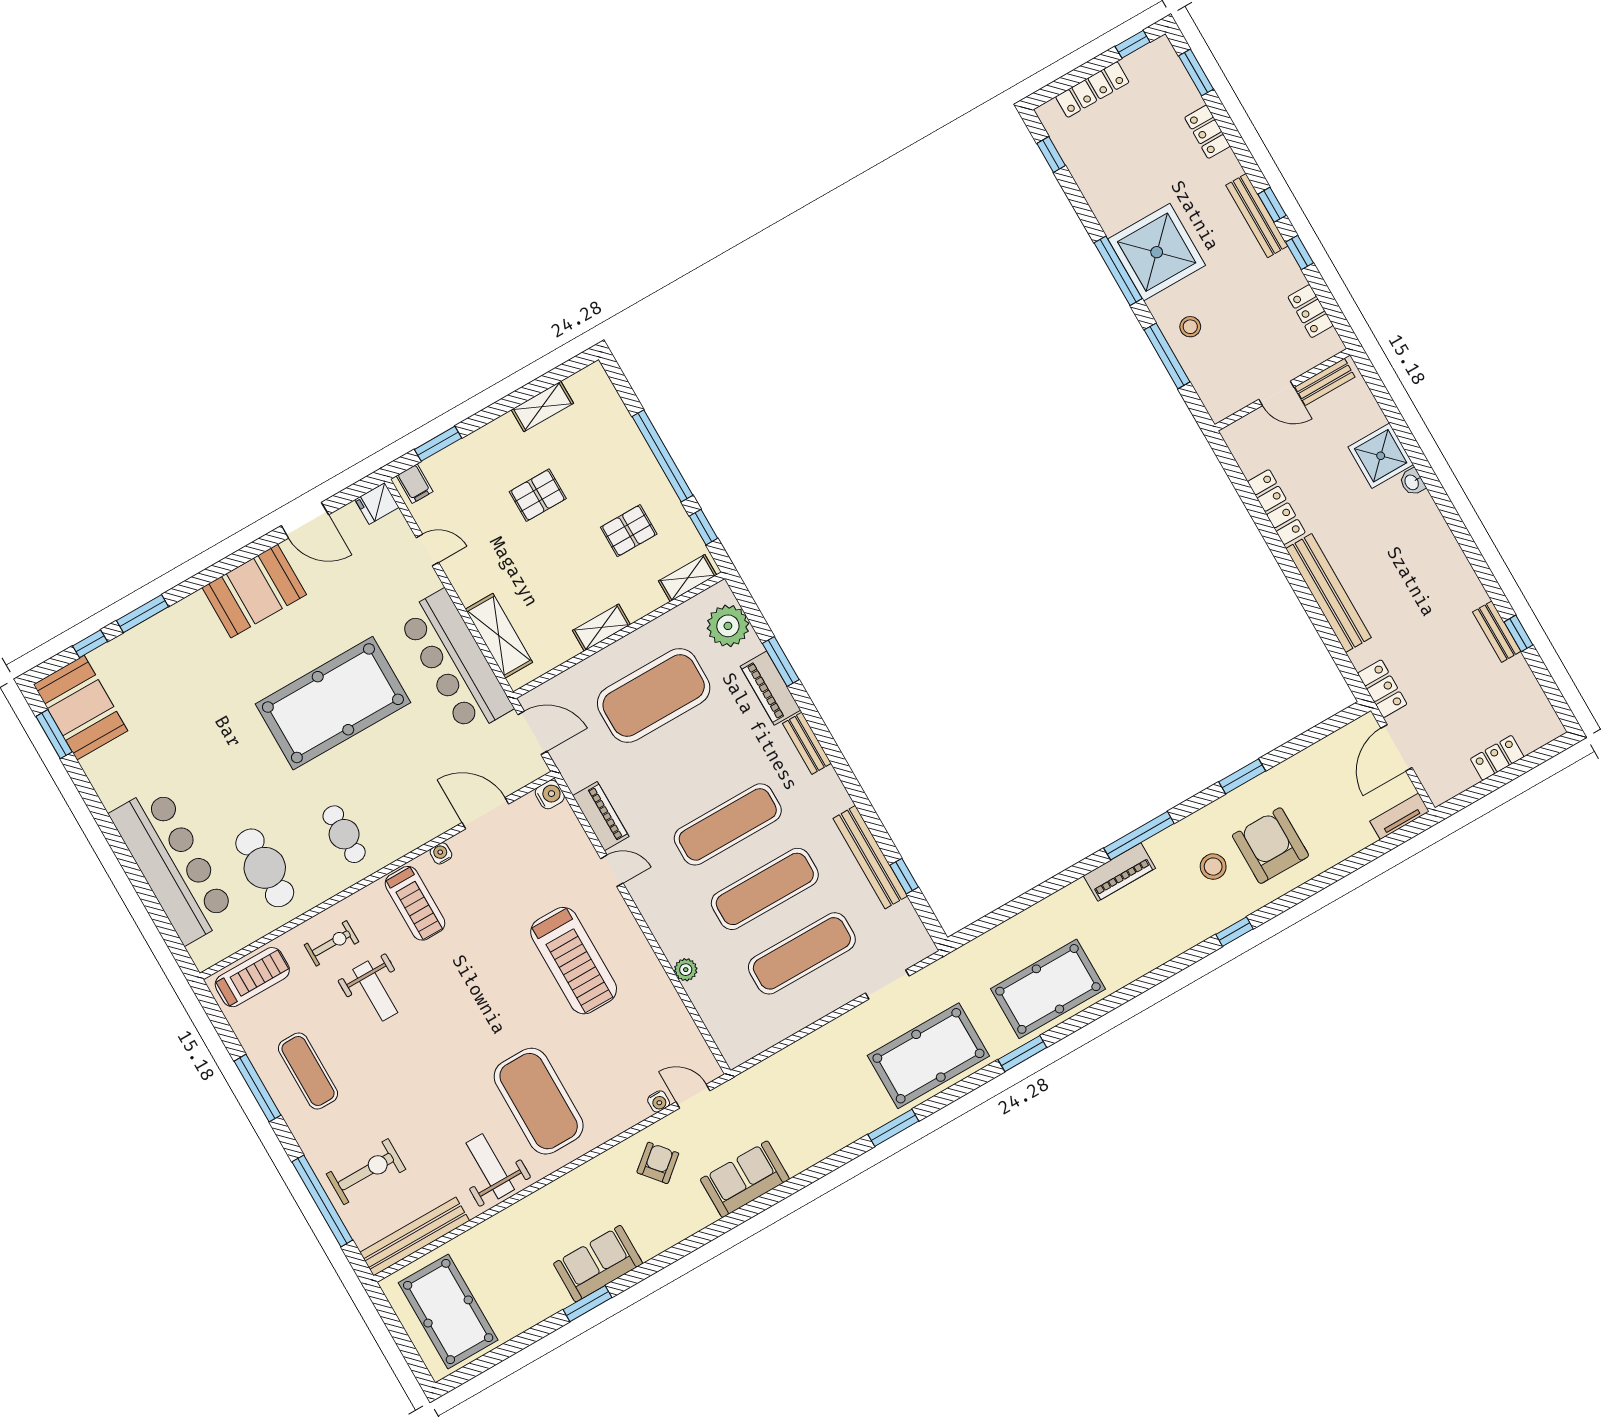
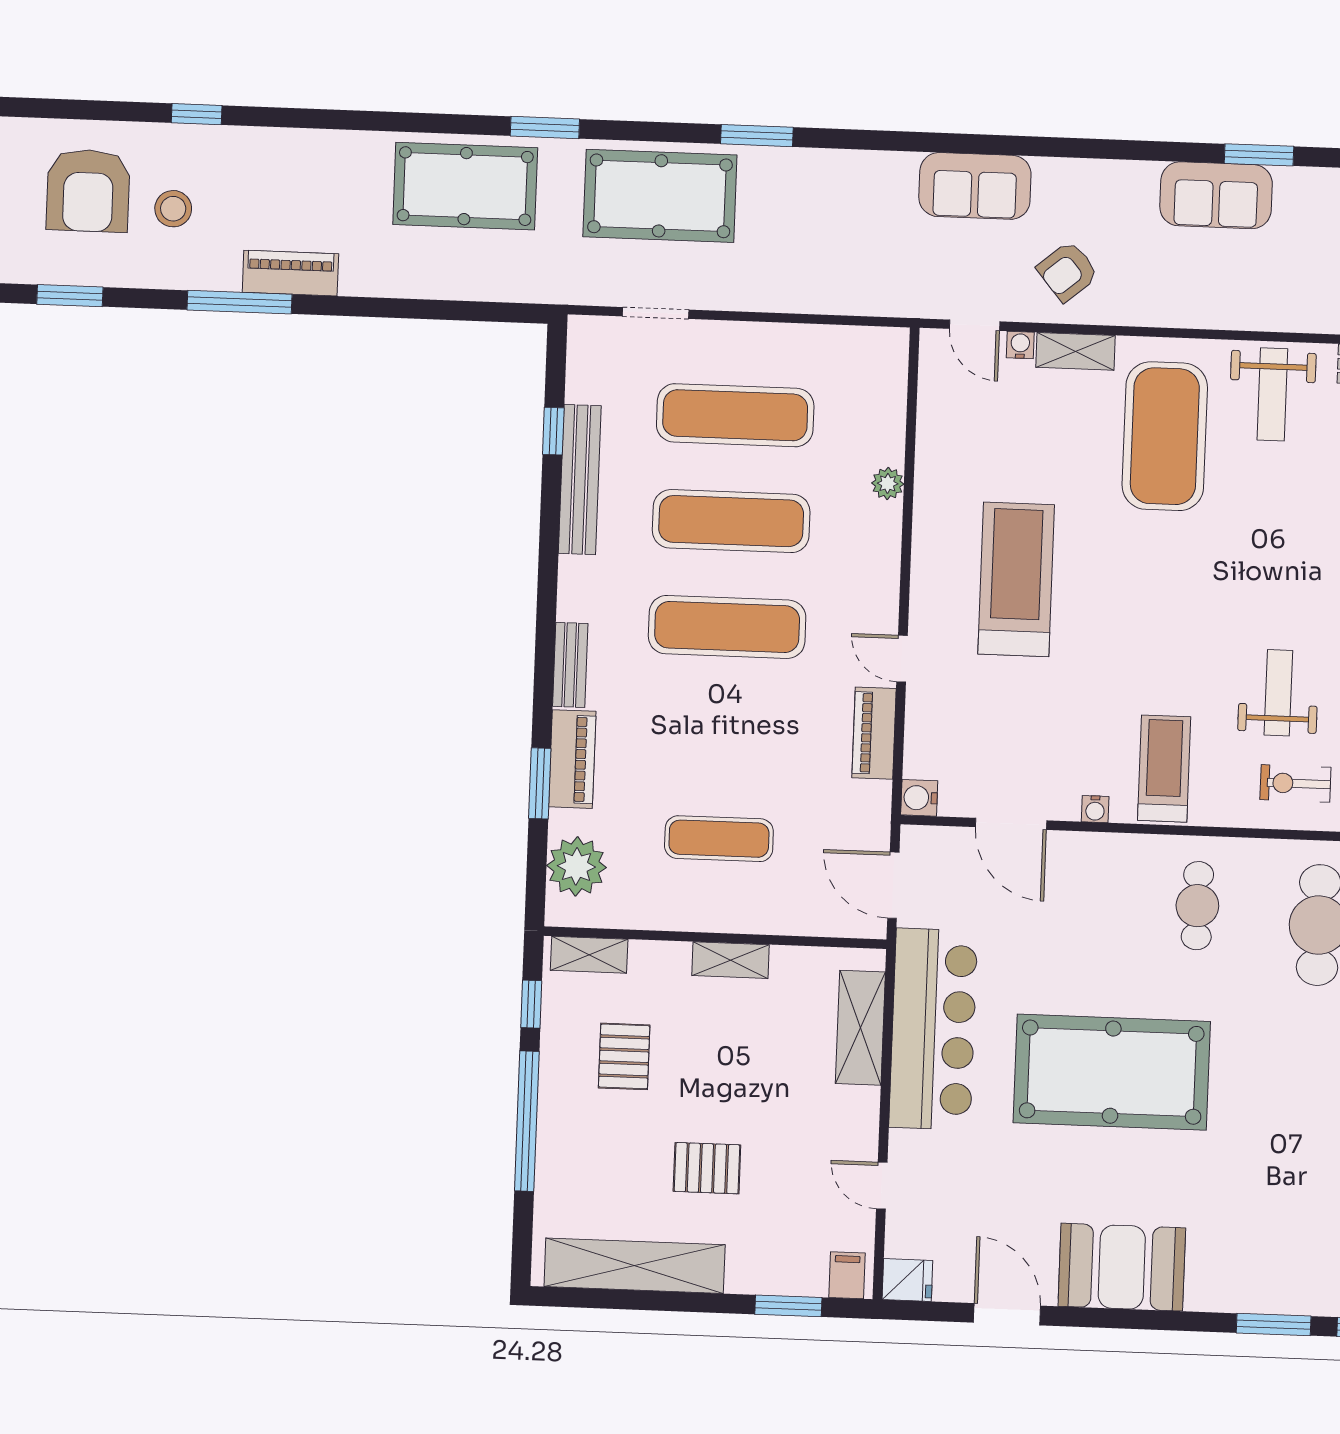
shelving: (542, 406) -> (635, 1266), width x2.20, depth x1.33
pallet: (629, 531) -> (624, 1056), turned 90
exercise mat: (654, 695) -> (719, 839), width x0.50, depth x0.69
shelving: (623, 1118) -> (1076, 351), added

